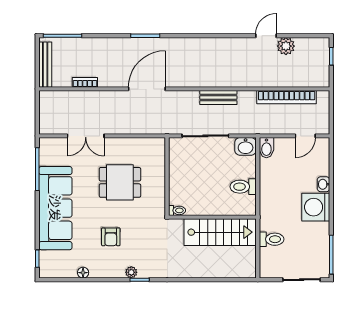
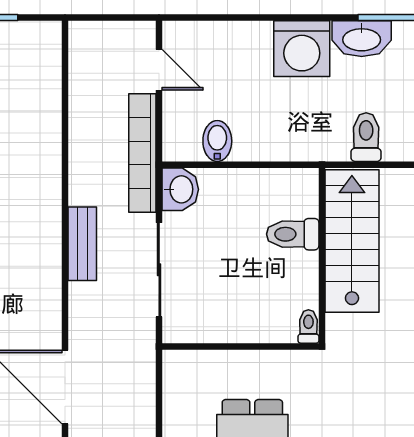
bookcase: (287, 97) -> (142, 153), moved, turned 180
bidet: (266, 148) -> (217, 141), moved, turned -90
washbasin: (324, 184) -> (362, 39), moved, width x1.91, depth x1.45
toilet: (243, 187) -> (293, 234), moved, turned 90

